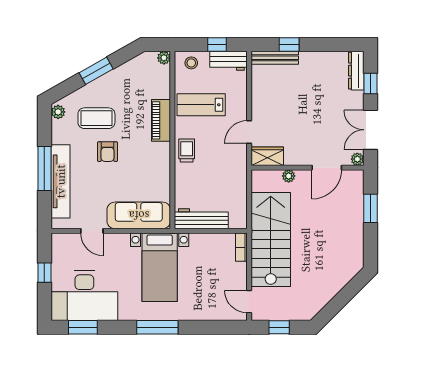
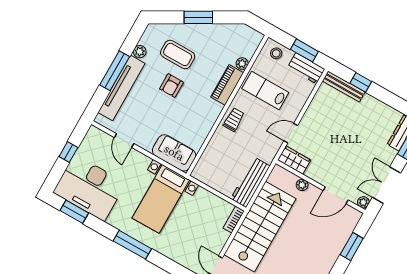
window: (217, 45) -> (304, 50), width x1.50
plant: (164, 58) -> (242, 64), moved
plant: (58, 112) -> (140, 52), moved
sofa: (139, 215) -> (174, 153), width x0.73
workbench: (201, 219) -> (250, 182), moved, turned -90

